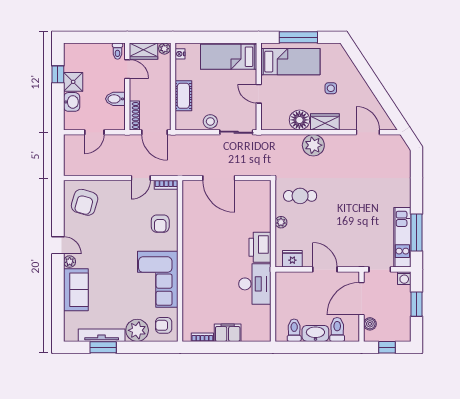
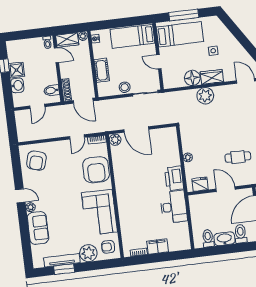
bidet: (115, 99) -> (52, 90), moved
plant: (190, 188) -> (115, 140), added
cafe table: (300, 196) -> (238, 157), moved
armchair: (160, 224) -> (96, 170), width x1.88, depth x1.88

